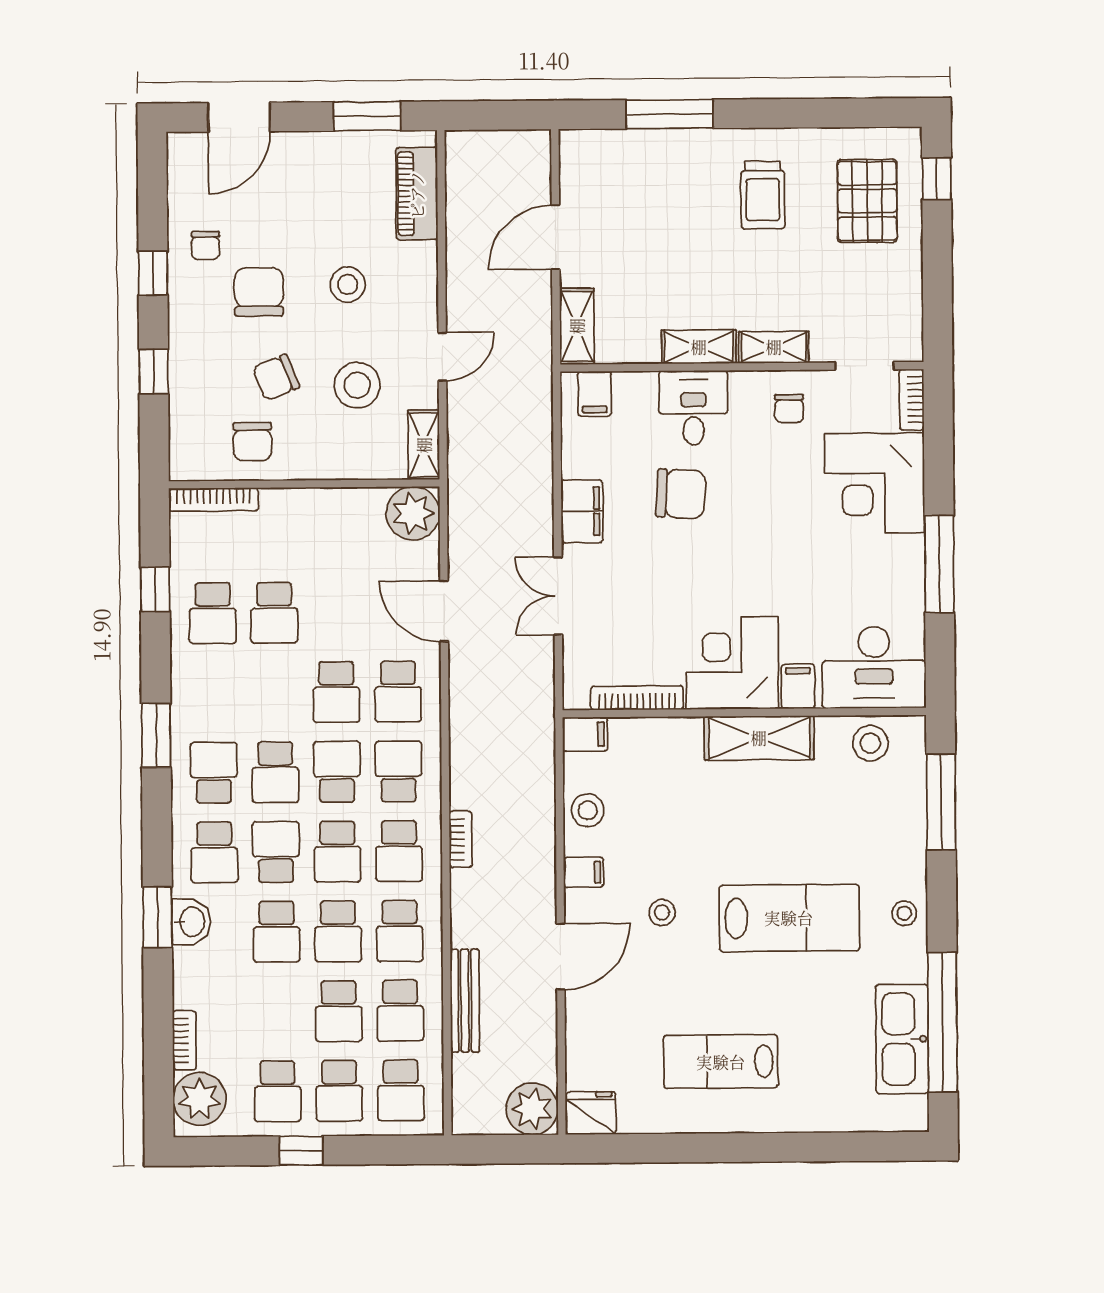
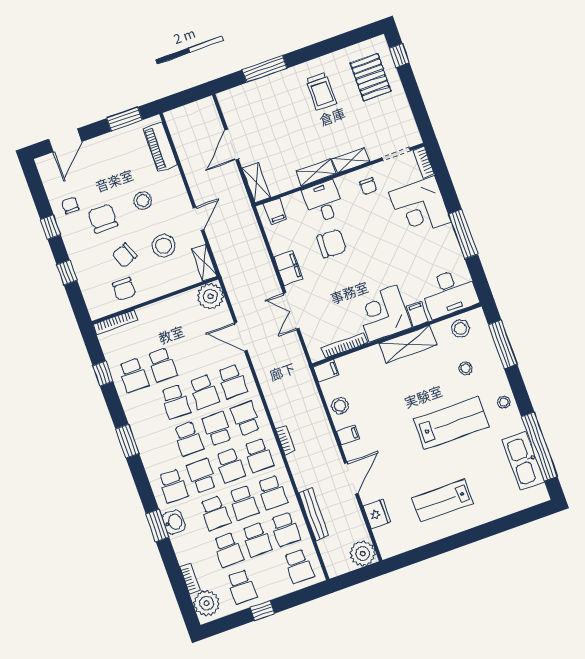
chair: (205, 245) -> (70, 205), turned 180
school desk: (214, 773) -> (175, 402), moved, turned 180
stool: (662, 912) -> (466, 368), moved
school desk: (339, 1091) -> (228, 550), moved
fridge: (591, 1113) -> (377, 514), moved, turned 90

